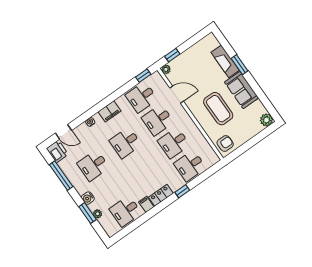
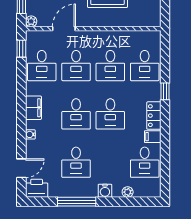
armchair: (225, 143) -> (147, 14), removed
desk: (142, 166) -> (110, 114), added
window: (61, 176) -> (77, 202), moved
window: (88, 213) -> (120, 202), removed

